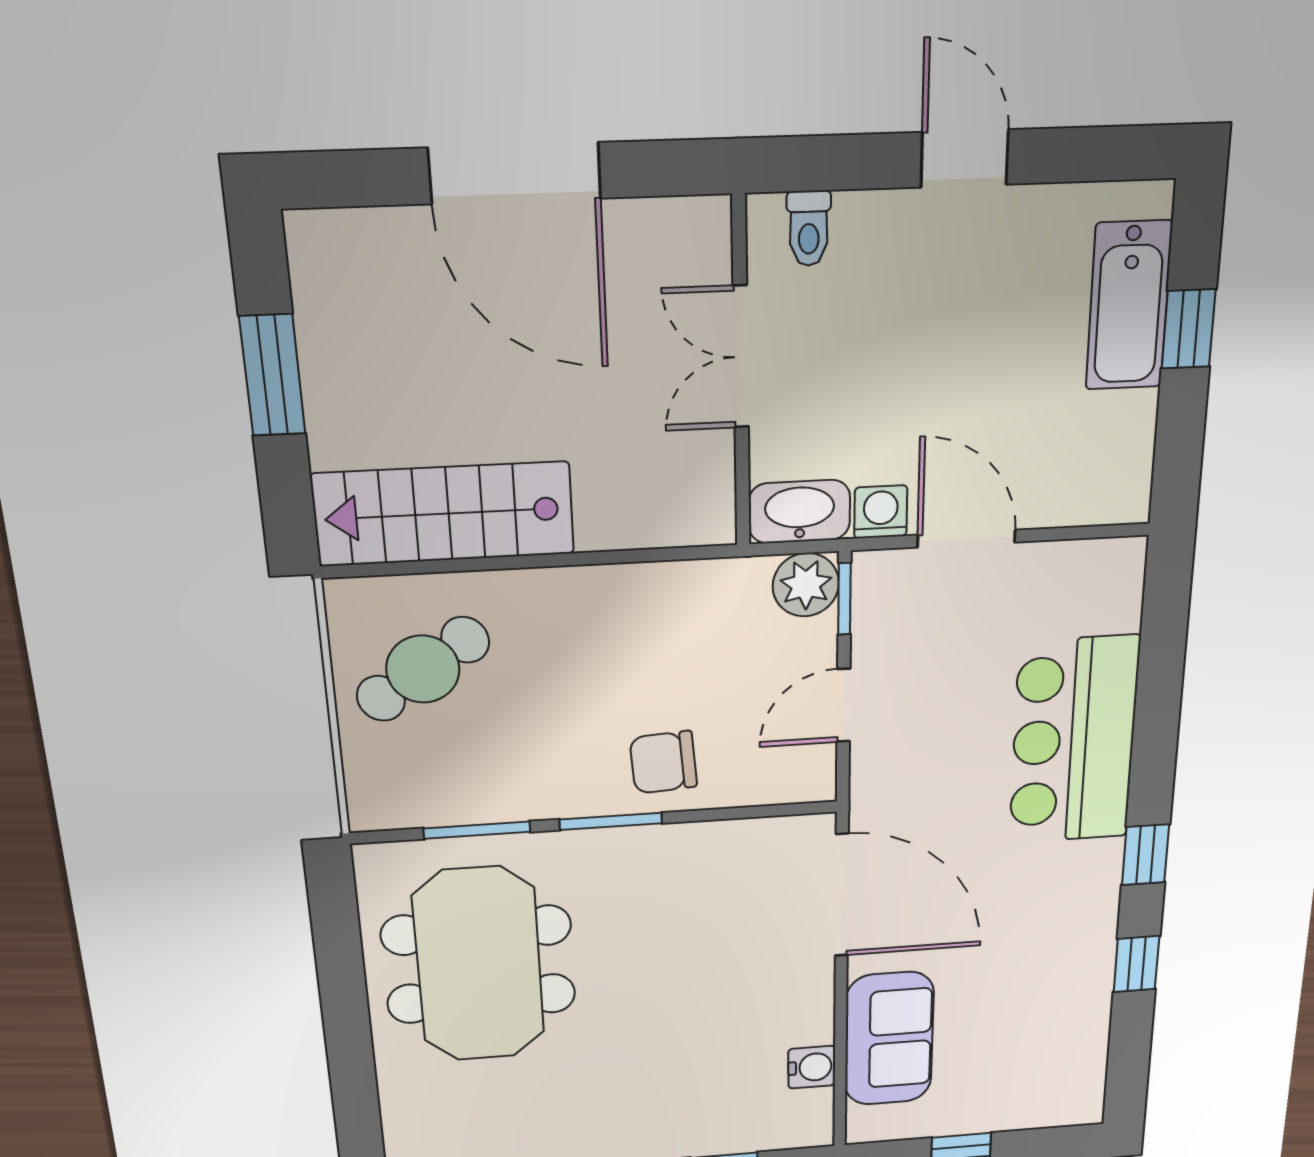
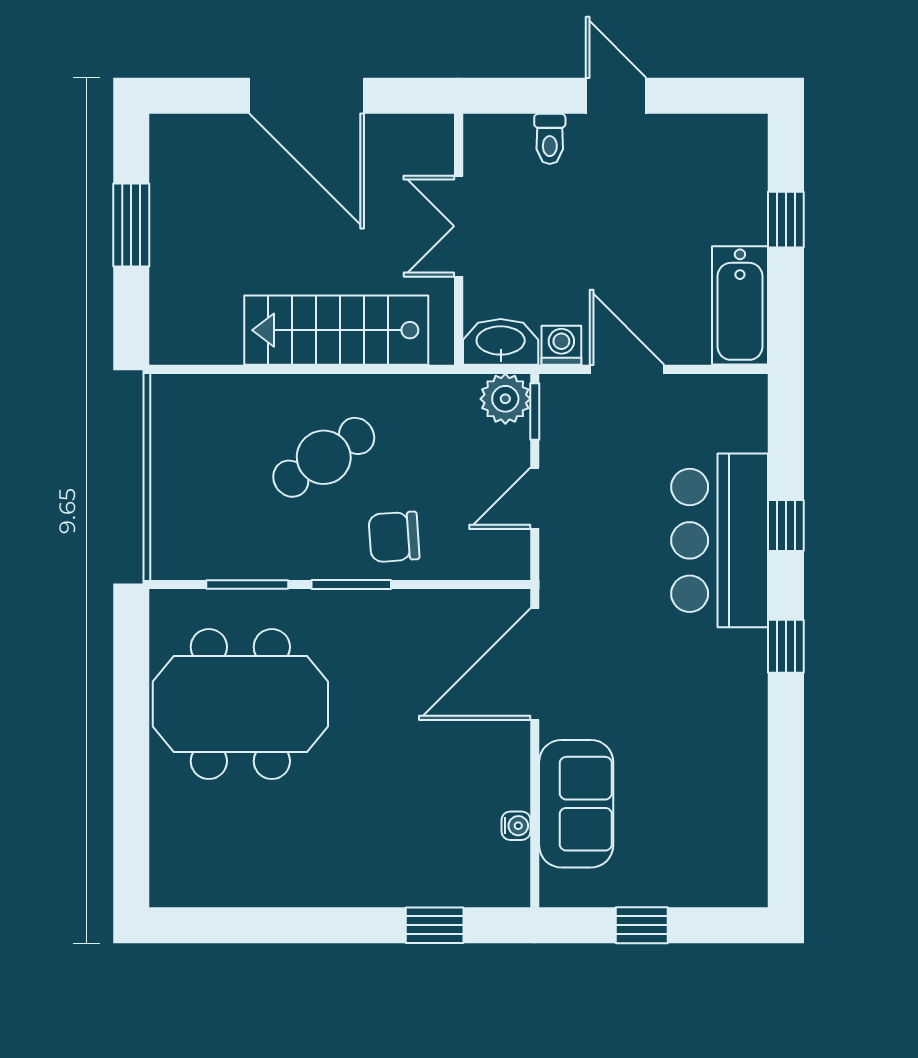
toilet: (809, 228) -> (550, 139), moved
bathtub: (1129, 306) -> (740, 305), moved
stairs: (444, 514) -> (336, 330), moved
cafe table: (423, 669) -> (324, 457), moved
door: (842, 895) -> (535, 664), swing flipped
window: (1136, 964) -> (786, 526), moved
meeting table: (479, 965) -> (240, 704), turned 90
water cooler: (812, 1067) -> (516, 826), width x0.72, depth x0.72

